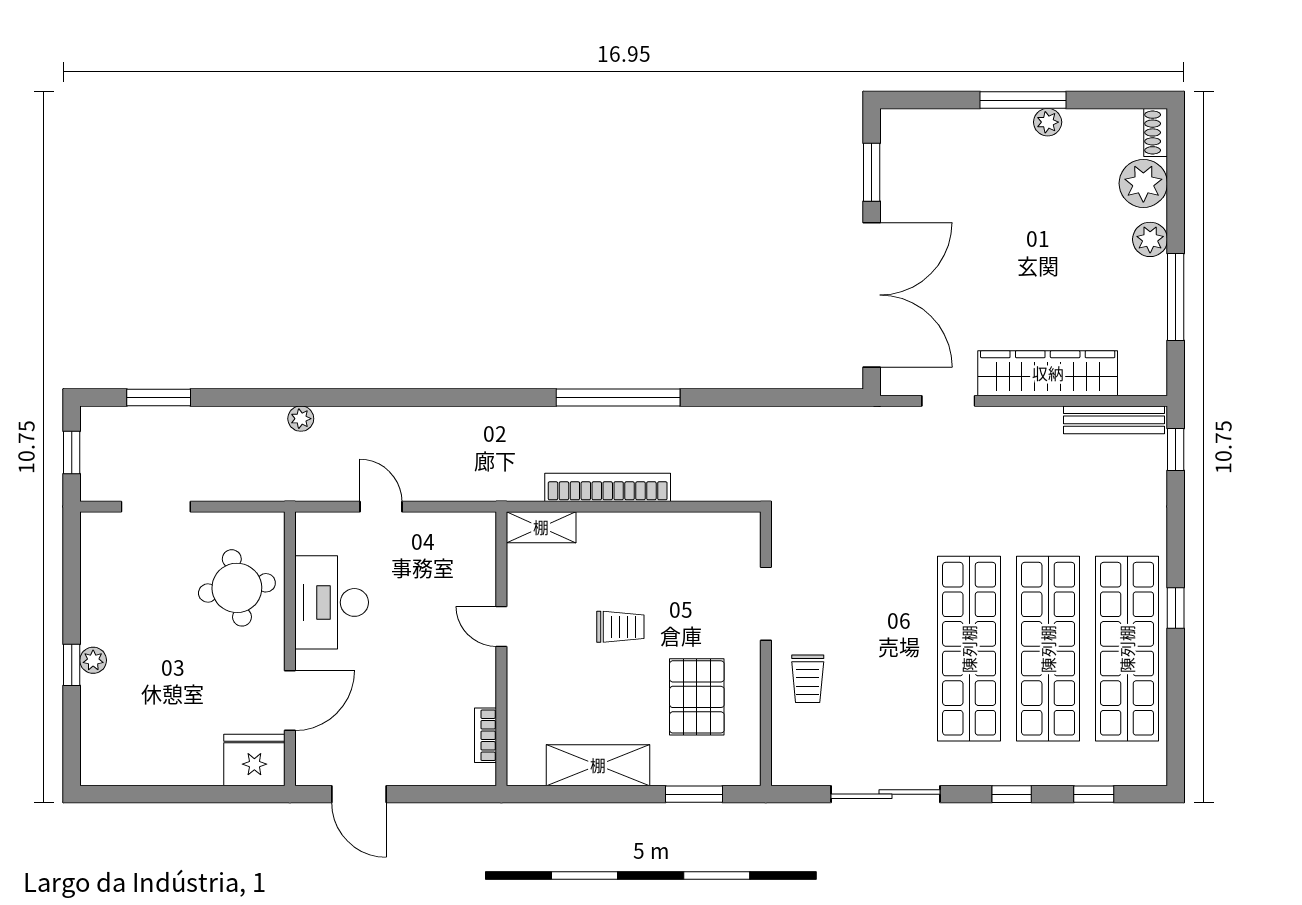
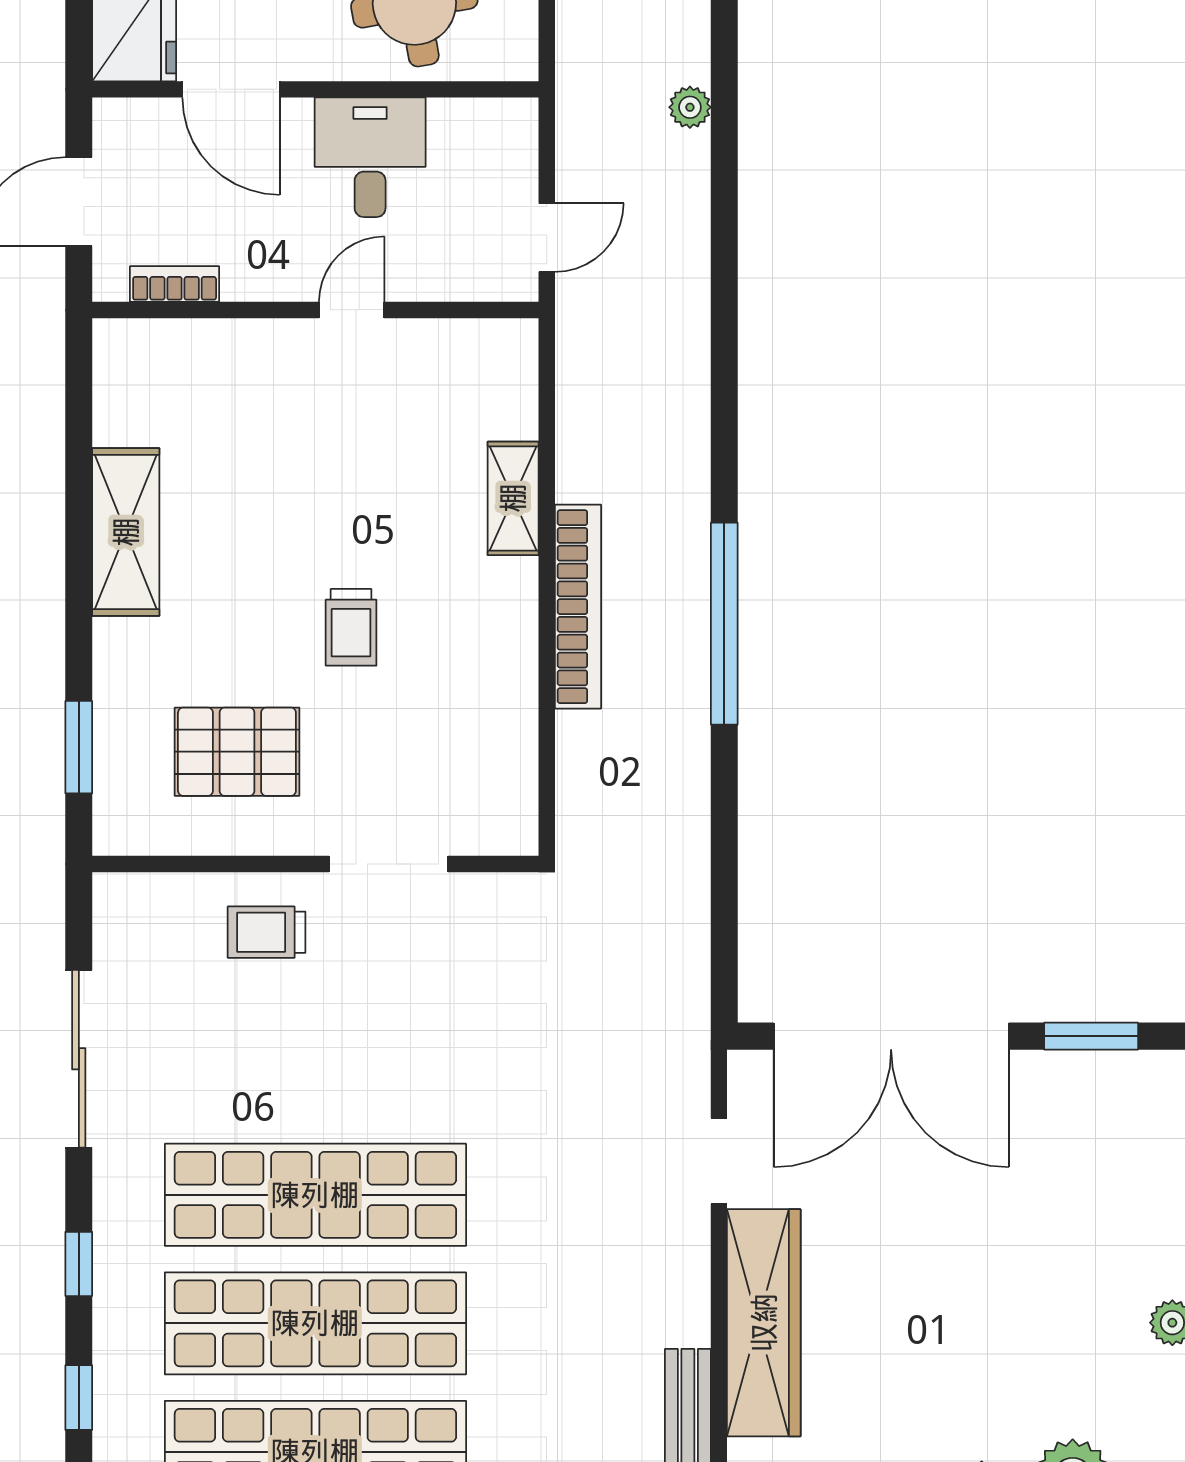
desk: (332, 602) -> (370, 157), width x0.73
door: (501, 626) -> (352, 310), moved
wall: (501, 649) -> (315, 310), moved
bookcase: (485, 735) -> (175, 284), moved
shelving: (598, 765) -> (126, 532), moved

